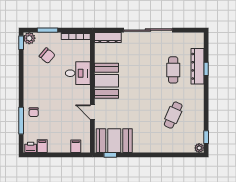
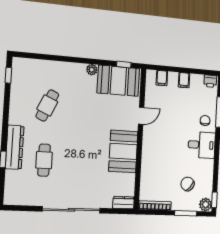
dresser: (108, 37) -> (123, 203), width x0.70
dresser: (198, 66) -> (15, 147), moved
desk: (78, 73) -> (202, 145), moved, turned 180
door: (92, 112) -> (141, 116), hinge flipped
filing cabinet: (42, 146) -> (184, 80), moved
plant: (199, 148) -> (92, 70), moved

